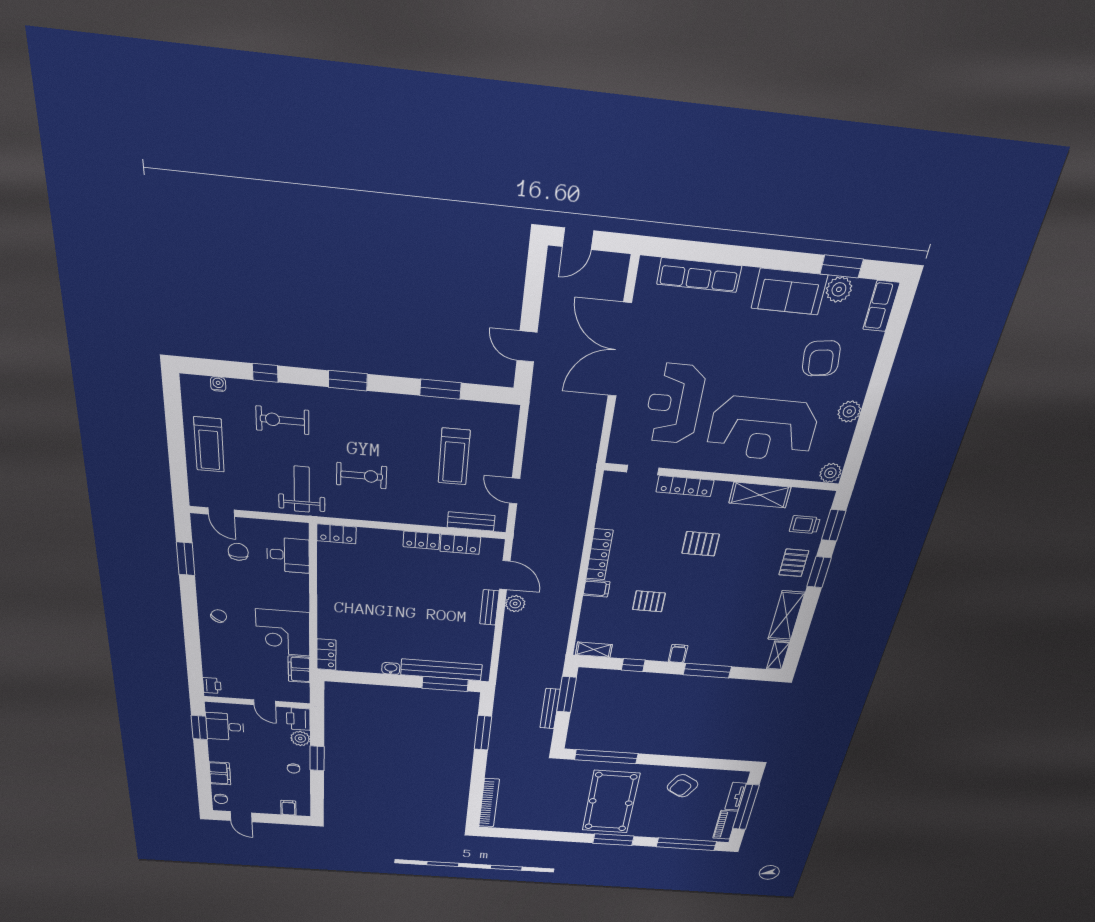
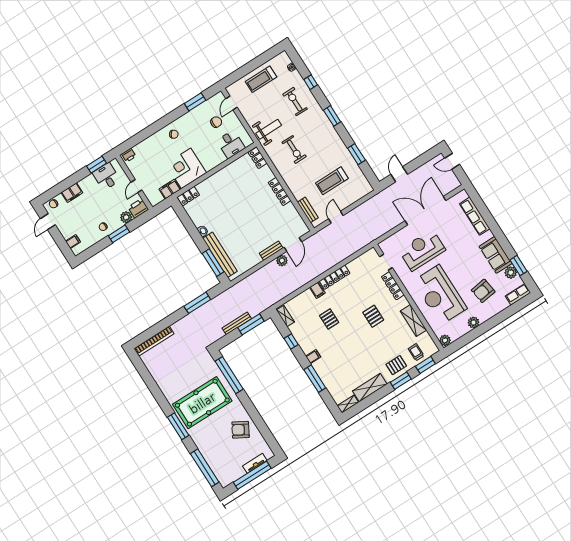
locker: (421, 540) -> (280, 191), width x1.53
locker: (460, 544) -> (293, 214), removed
piano: (725, 825) -> (233, 476), removed

